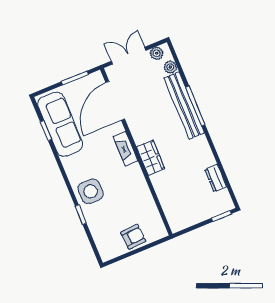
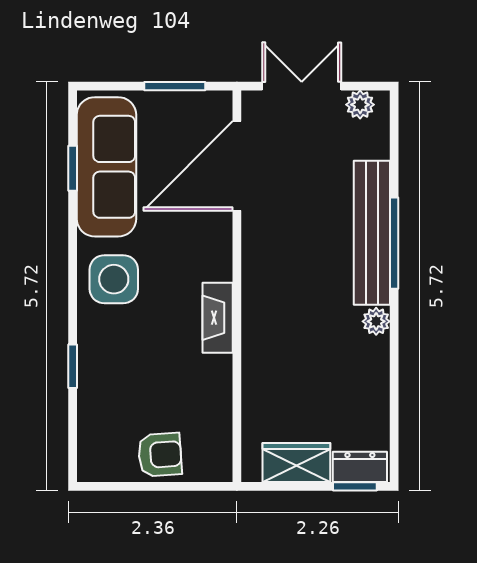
plant: (170, 67) -> (376, 321), moved
fireplace: (125, 149) -> (218, 318), moved
wardrobe: (151, 158) -> (296, 462), moved, turned -90
dresser: (216, 178) -> (360, 467), moved, turned 90
side table: (91, 191) -> (114, 279), moved

